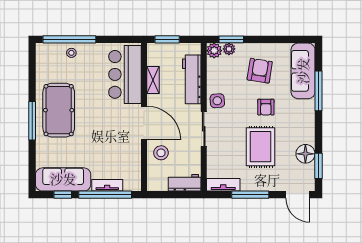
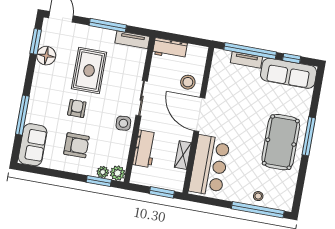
armchair: (260, 71) -> (76, 145), turned -99
sofa: (303, 71) -> (33, 145), width x0.73
workbench: (192, 79) -> (145, 149), width x0.73

